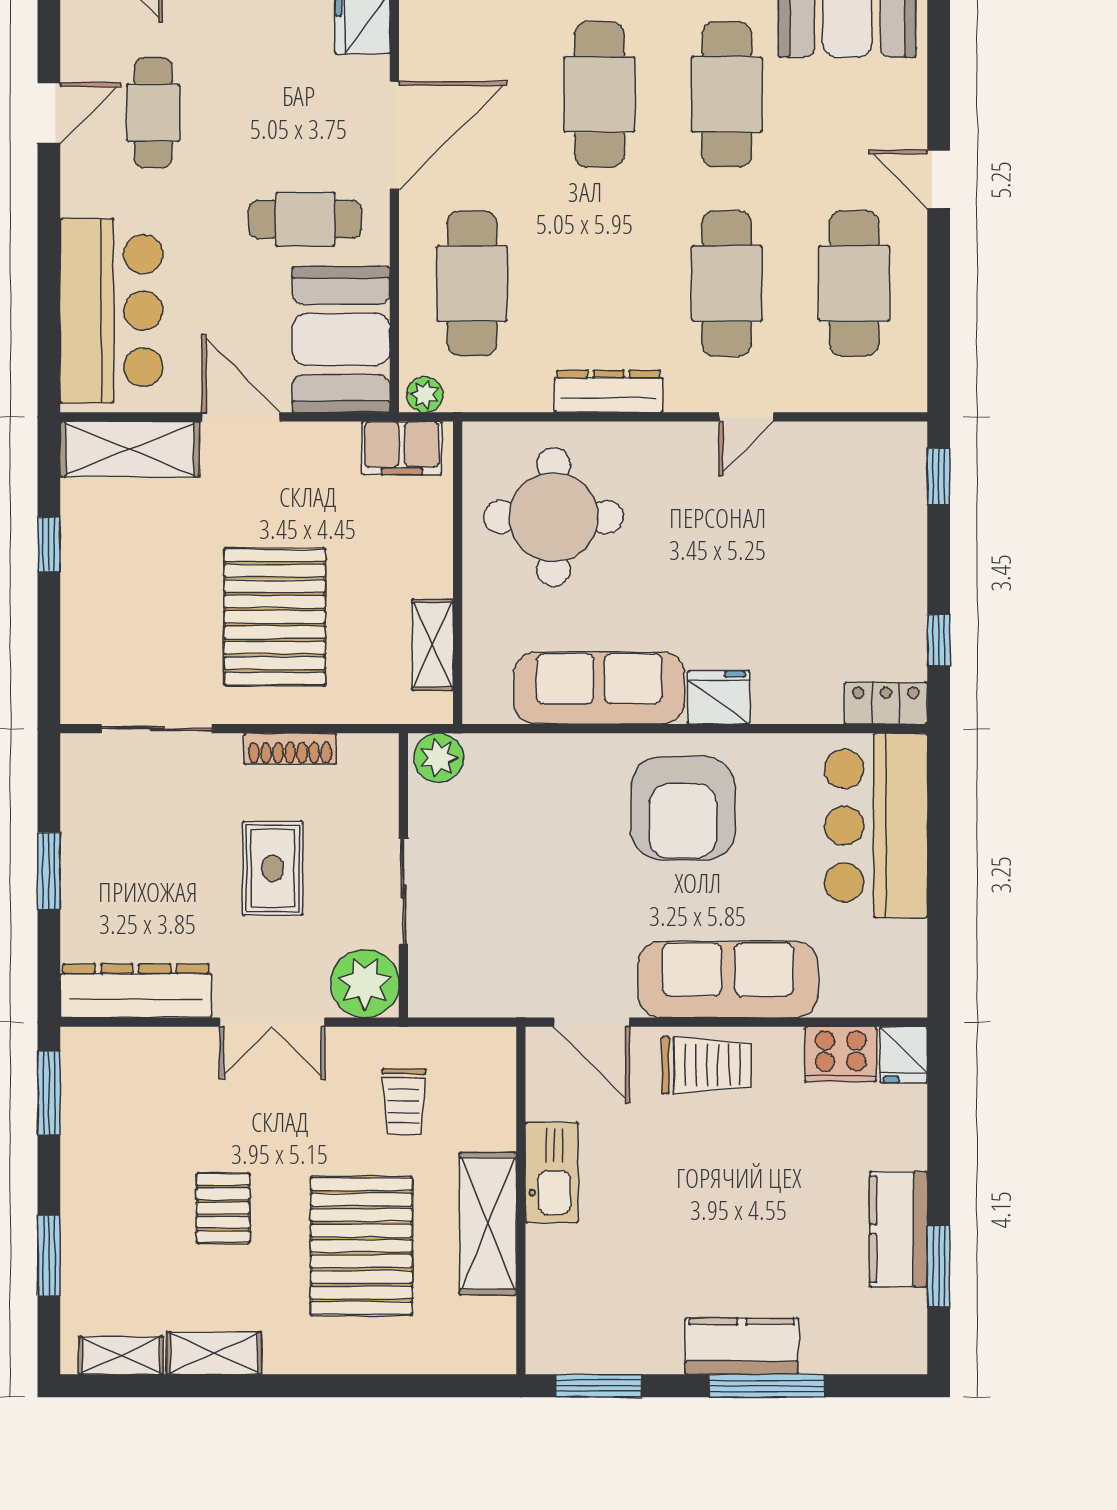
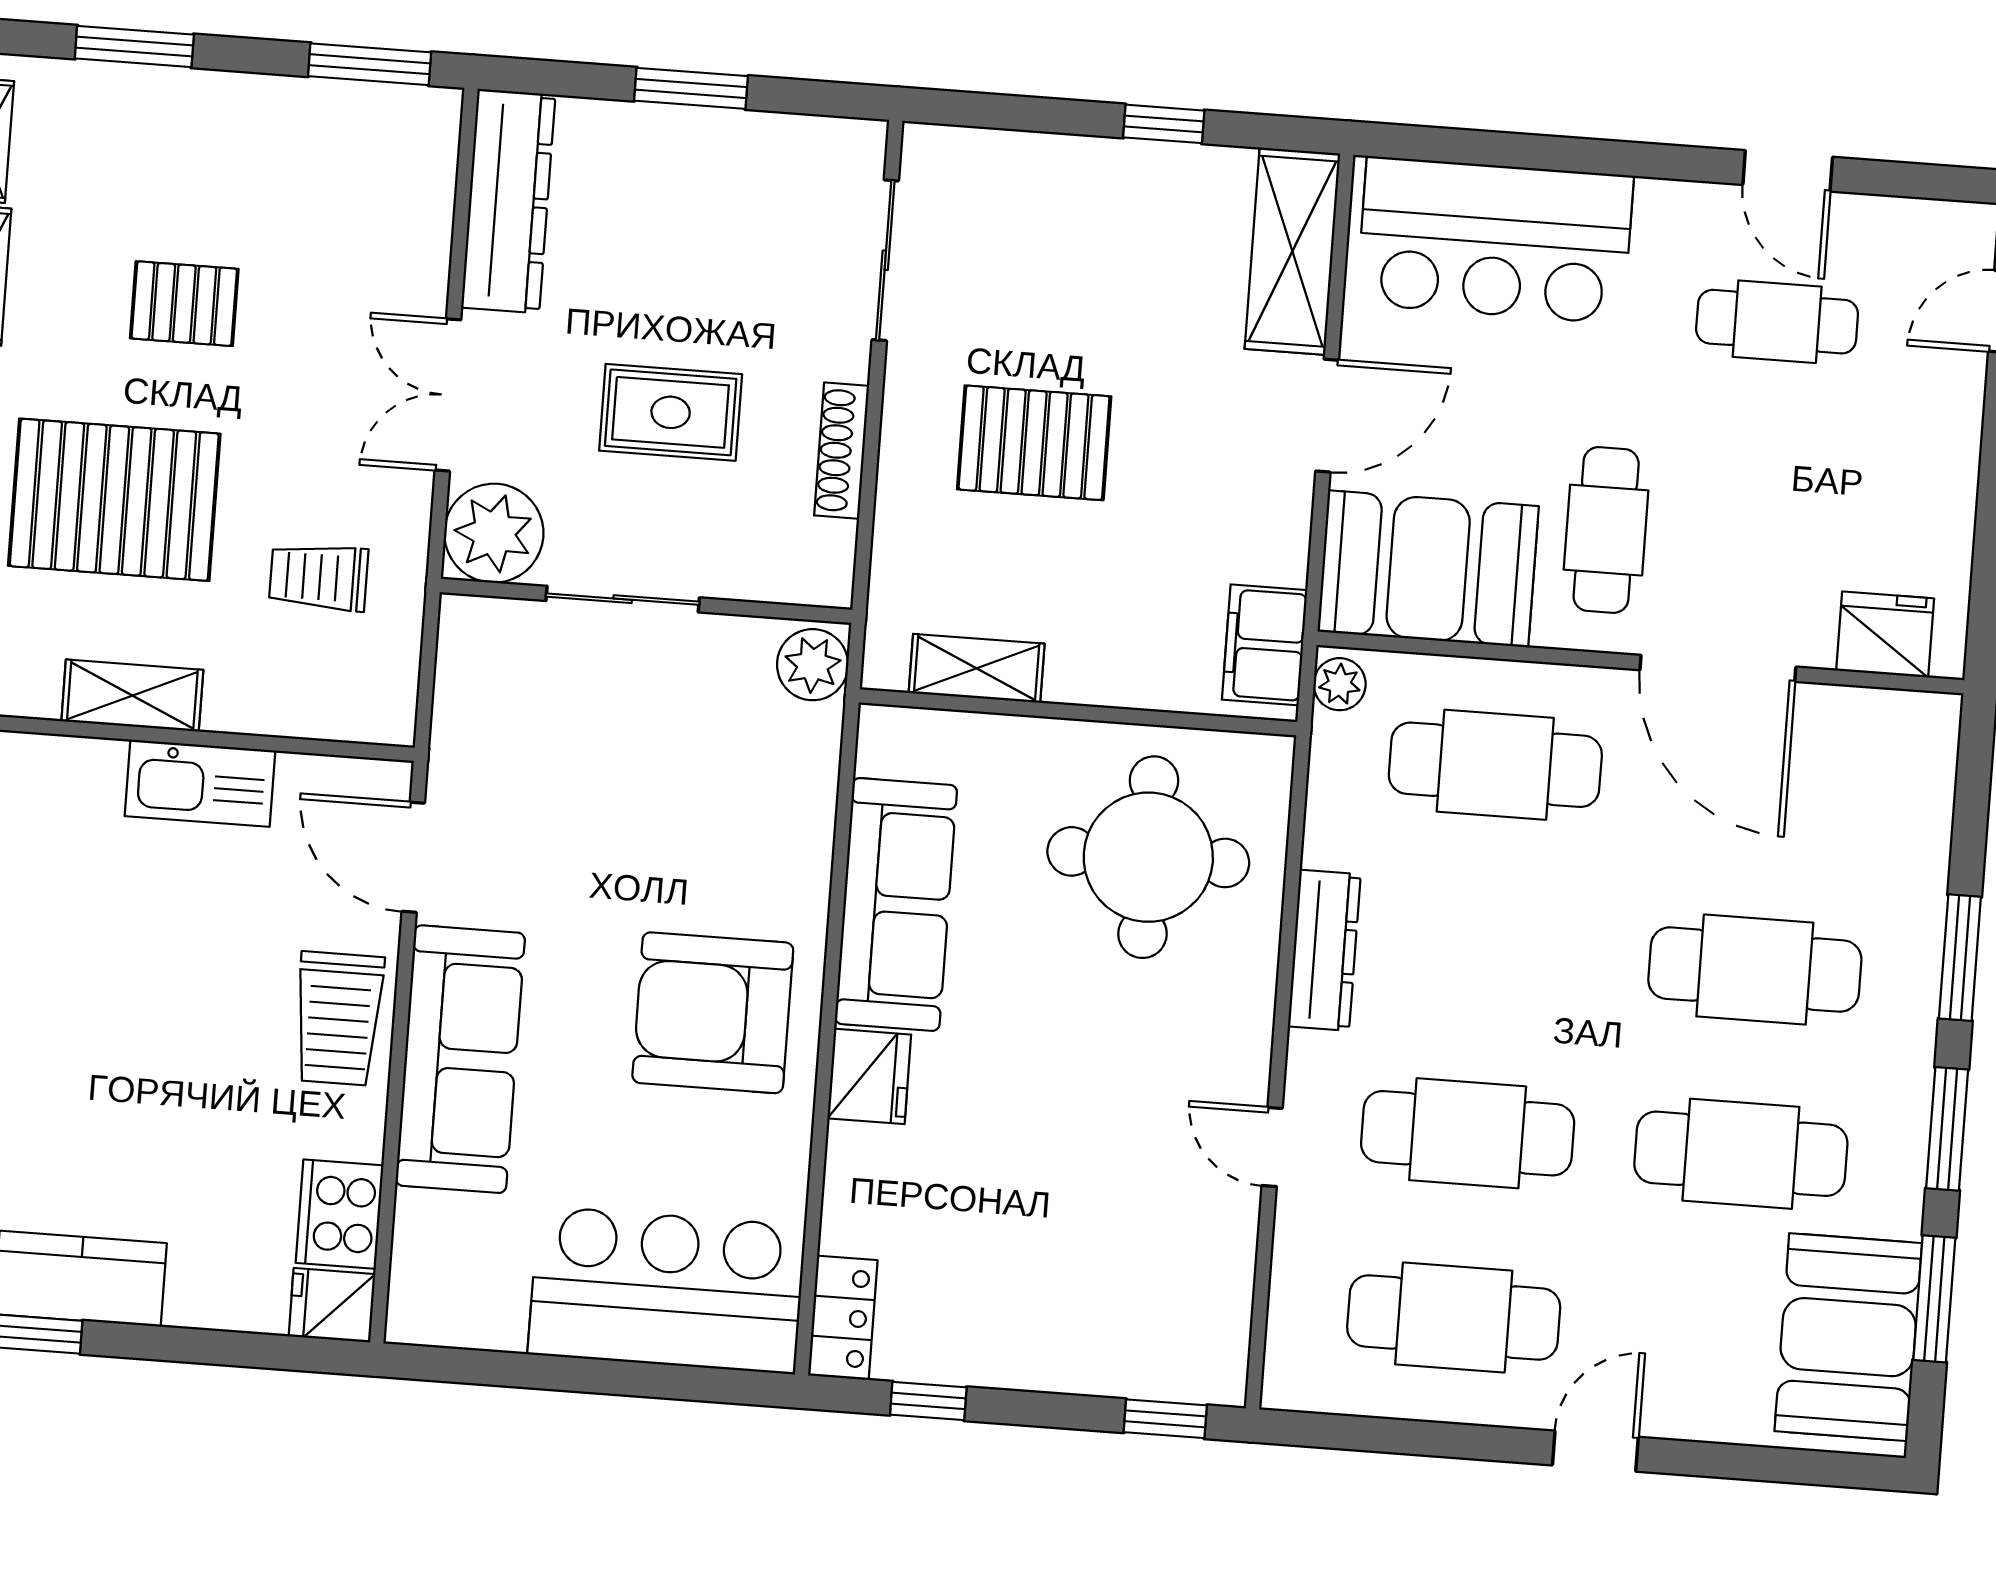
pallet: (275, 617) -> (1034, 443), width x0.73, depth x0.71
door: (592, 1022) -> (413, 857), hinge flipped
shelving: (488, 1224) -> (132, 696), width x0.67, depth x0.75

